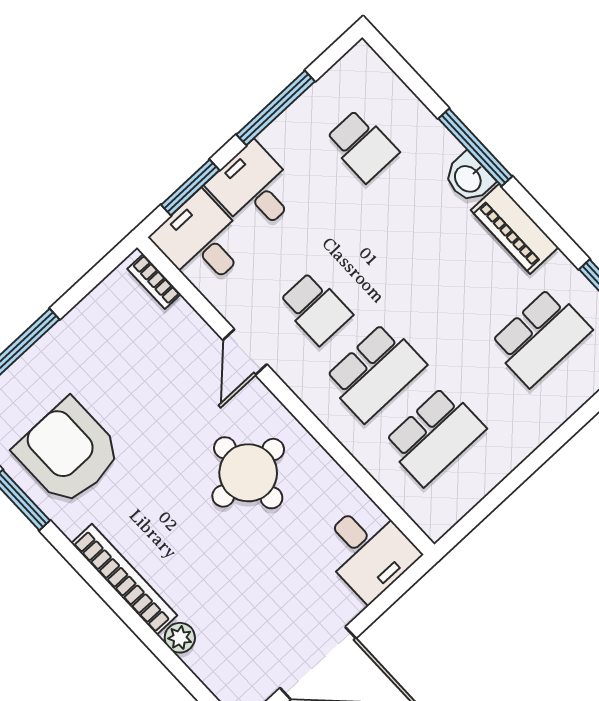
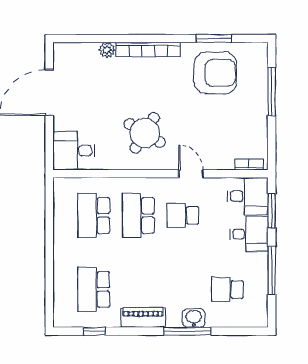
washbasin: (469, 178) -> (194, 318), moved
round table: (248, 473) -> (145, 133), turned 31

